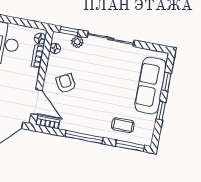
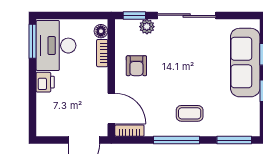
floor lamp: (55, 49) -> (121, 40), removed
armchair: (66, 83) -> (136, 66), moved, turned -150
coffee table: (123, 125) -> (190, 113), moved

